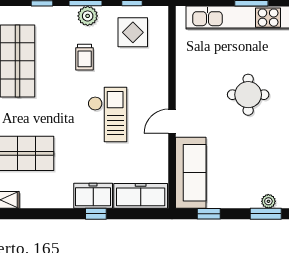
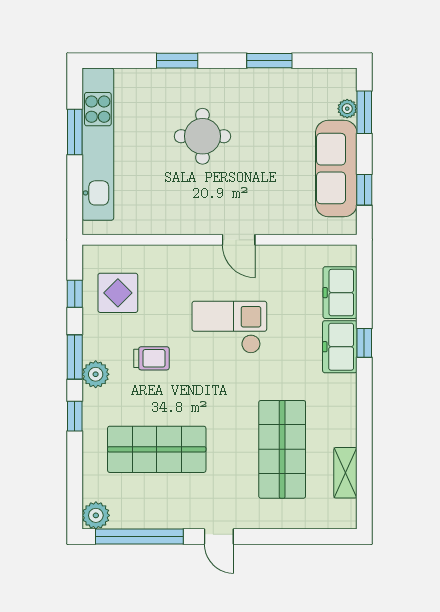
plant: (88, 16) -> (96, 374), moved
sofa: (191, 173) -> (336, 168), moved, turned -90
freezer: (141, 196) -> (340, 293), width x0.71

